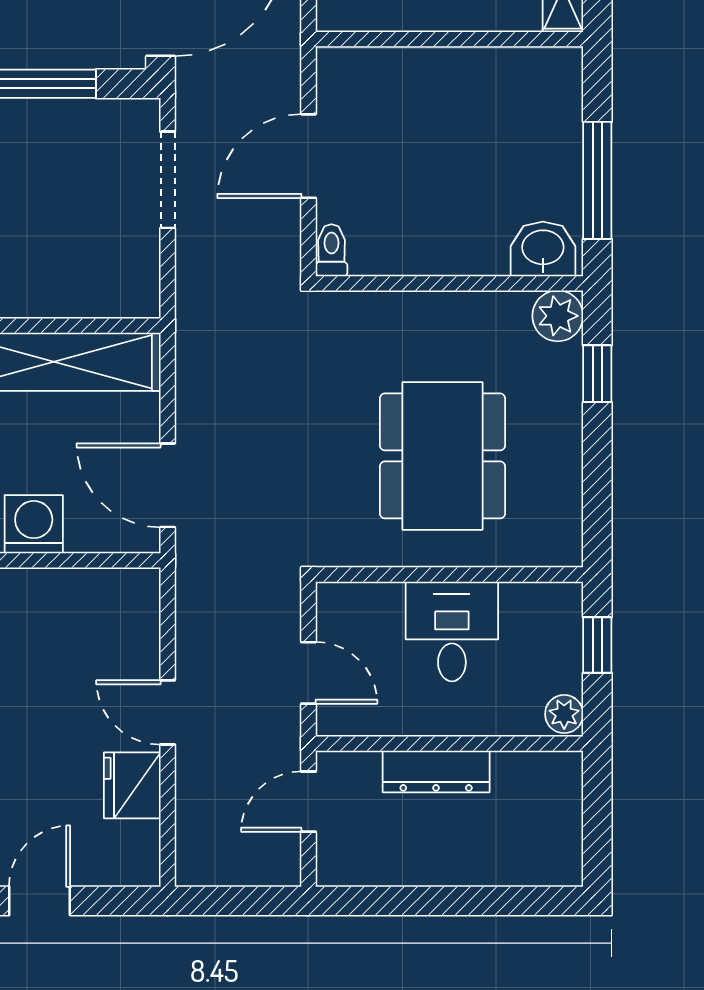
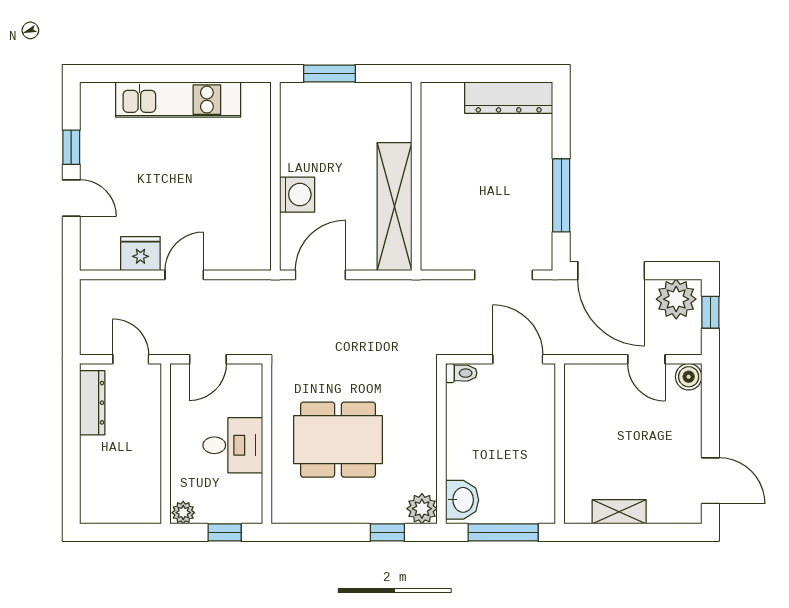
wall: (449, 39) -> (560, 444), moved
dresser: (436, 772) -> (92, 403), moved, turned 180

